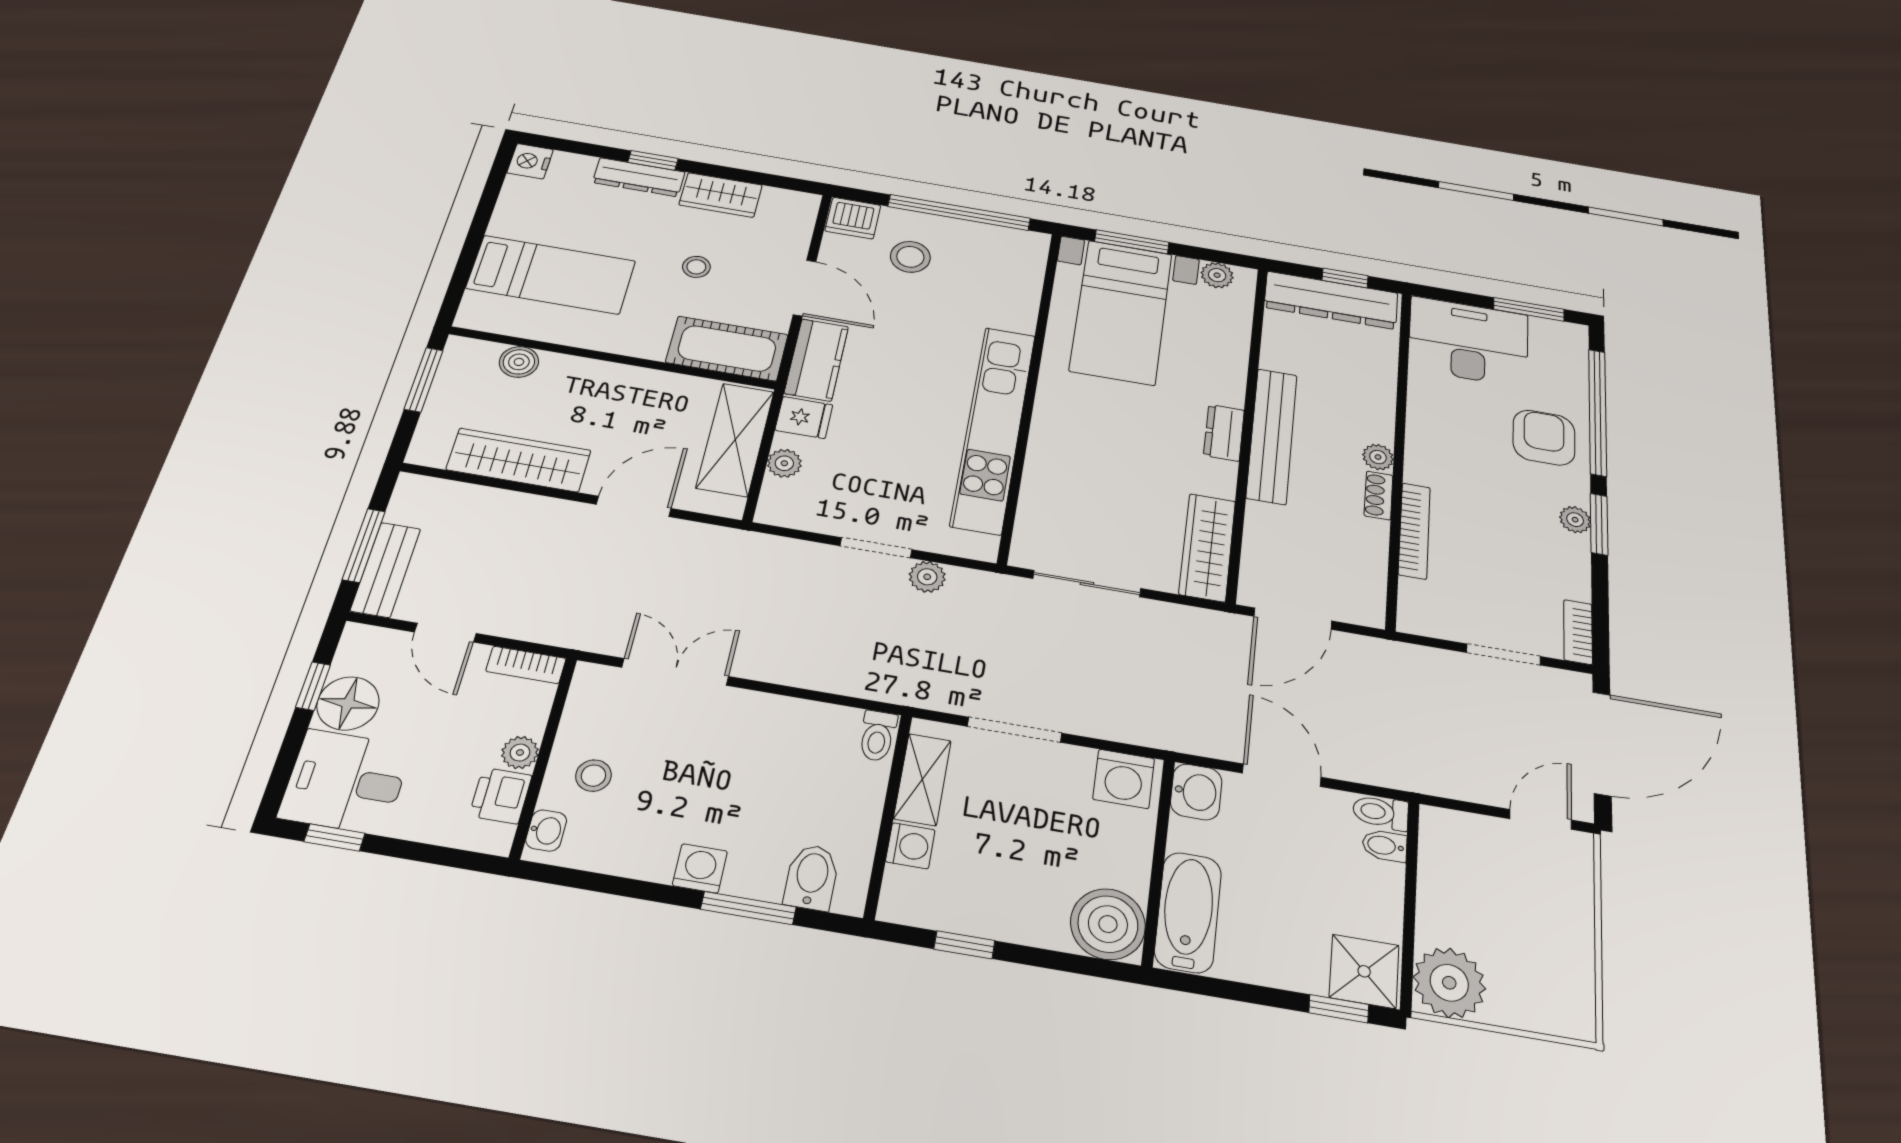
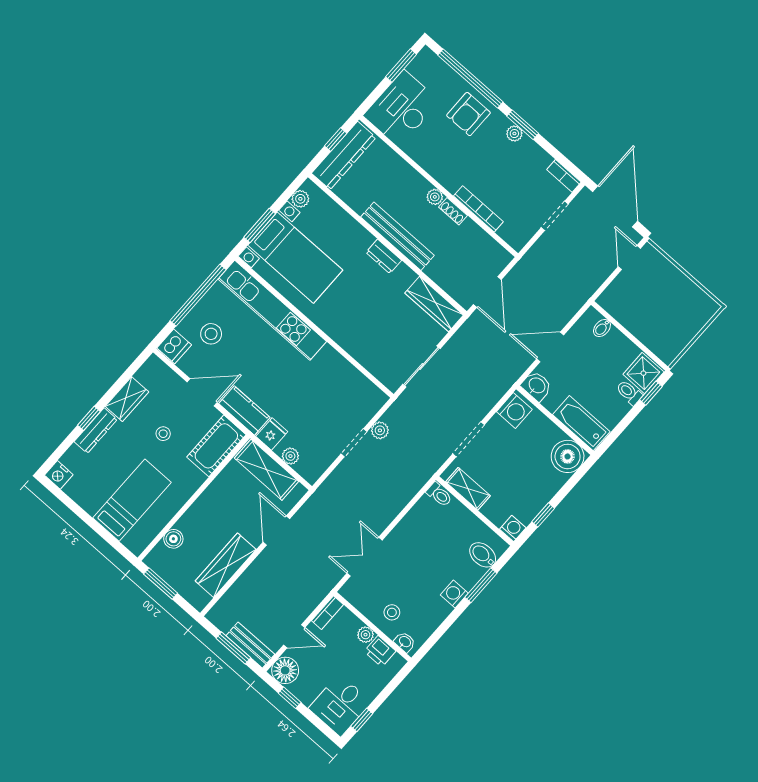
kitchen unit: (993, 429) -> (272, 310), moved
armchair: (1544, 438) -> (468, 114), turned -90
floor lamp: (348, 703) -> (285, 670), moved
toilet: (1381, 812) -> (629, 393), moved, turned 90
washing machine: (910, 846) -> (513, 529), moved
plant: (1449, 983) -> (667, 344), removed

